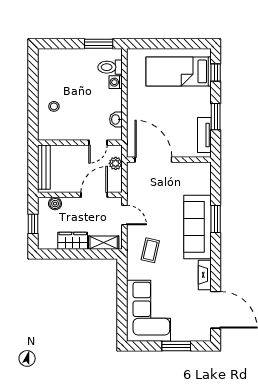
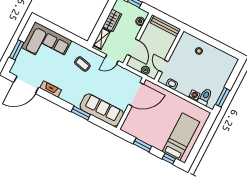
tv unit: (204, 135) -> (135, 132), removed
sofa: (198, 227) -> (102, 110), moved

